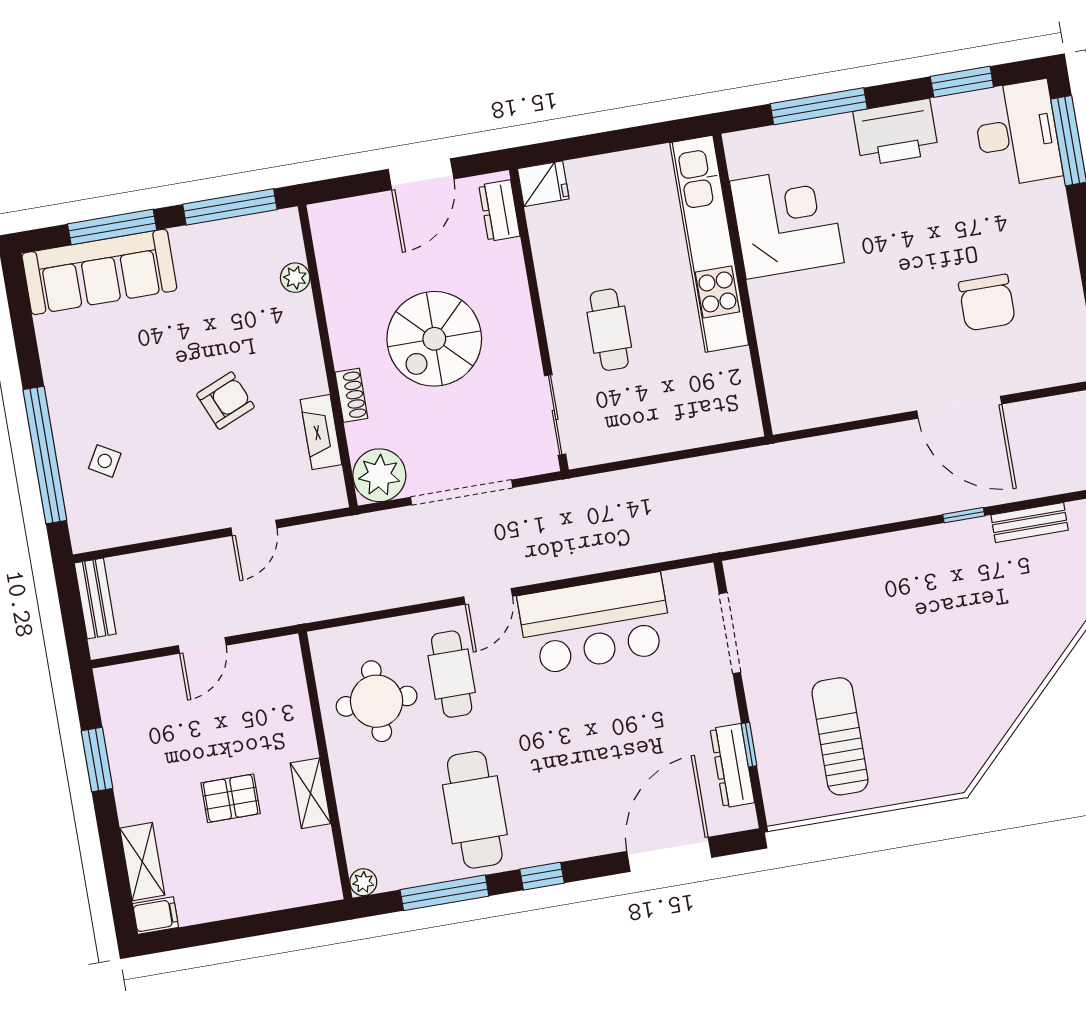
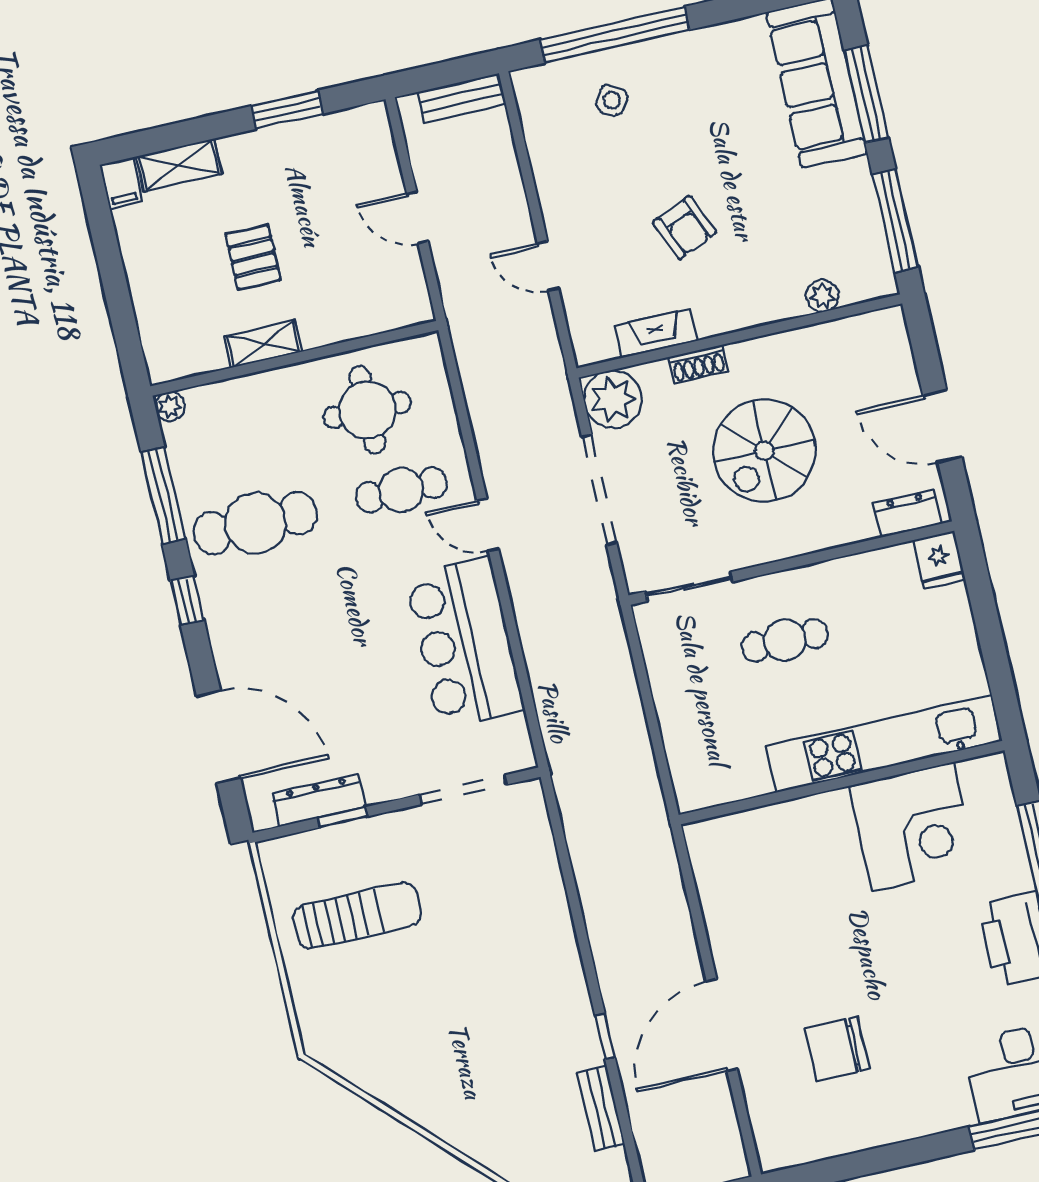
spiral stairs: (434, 339) -> (764, 451), turned -90

